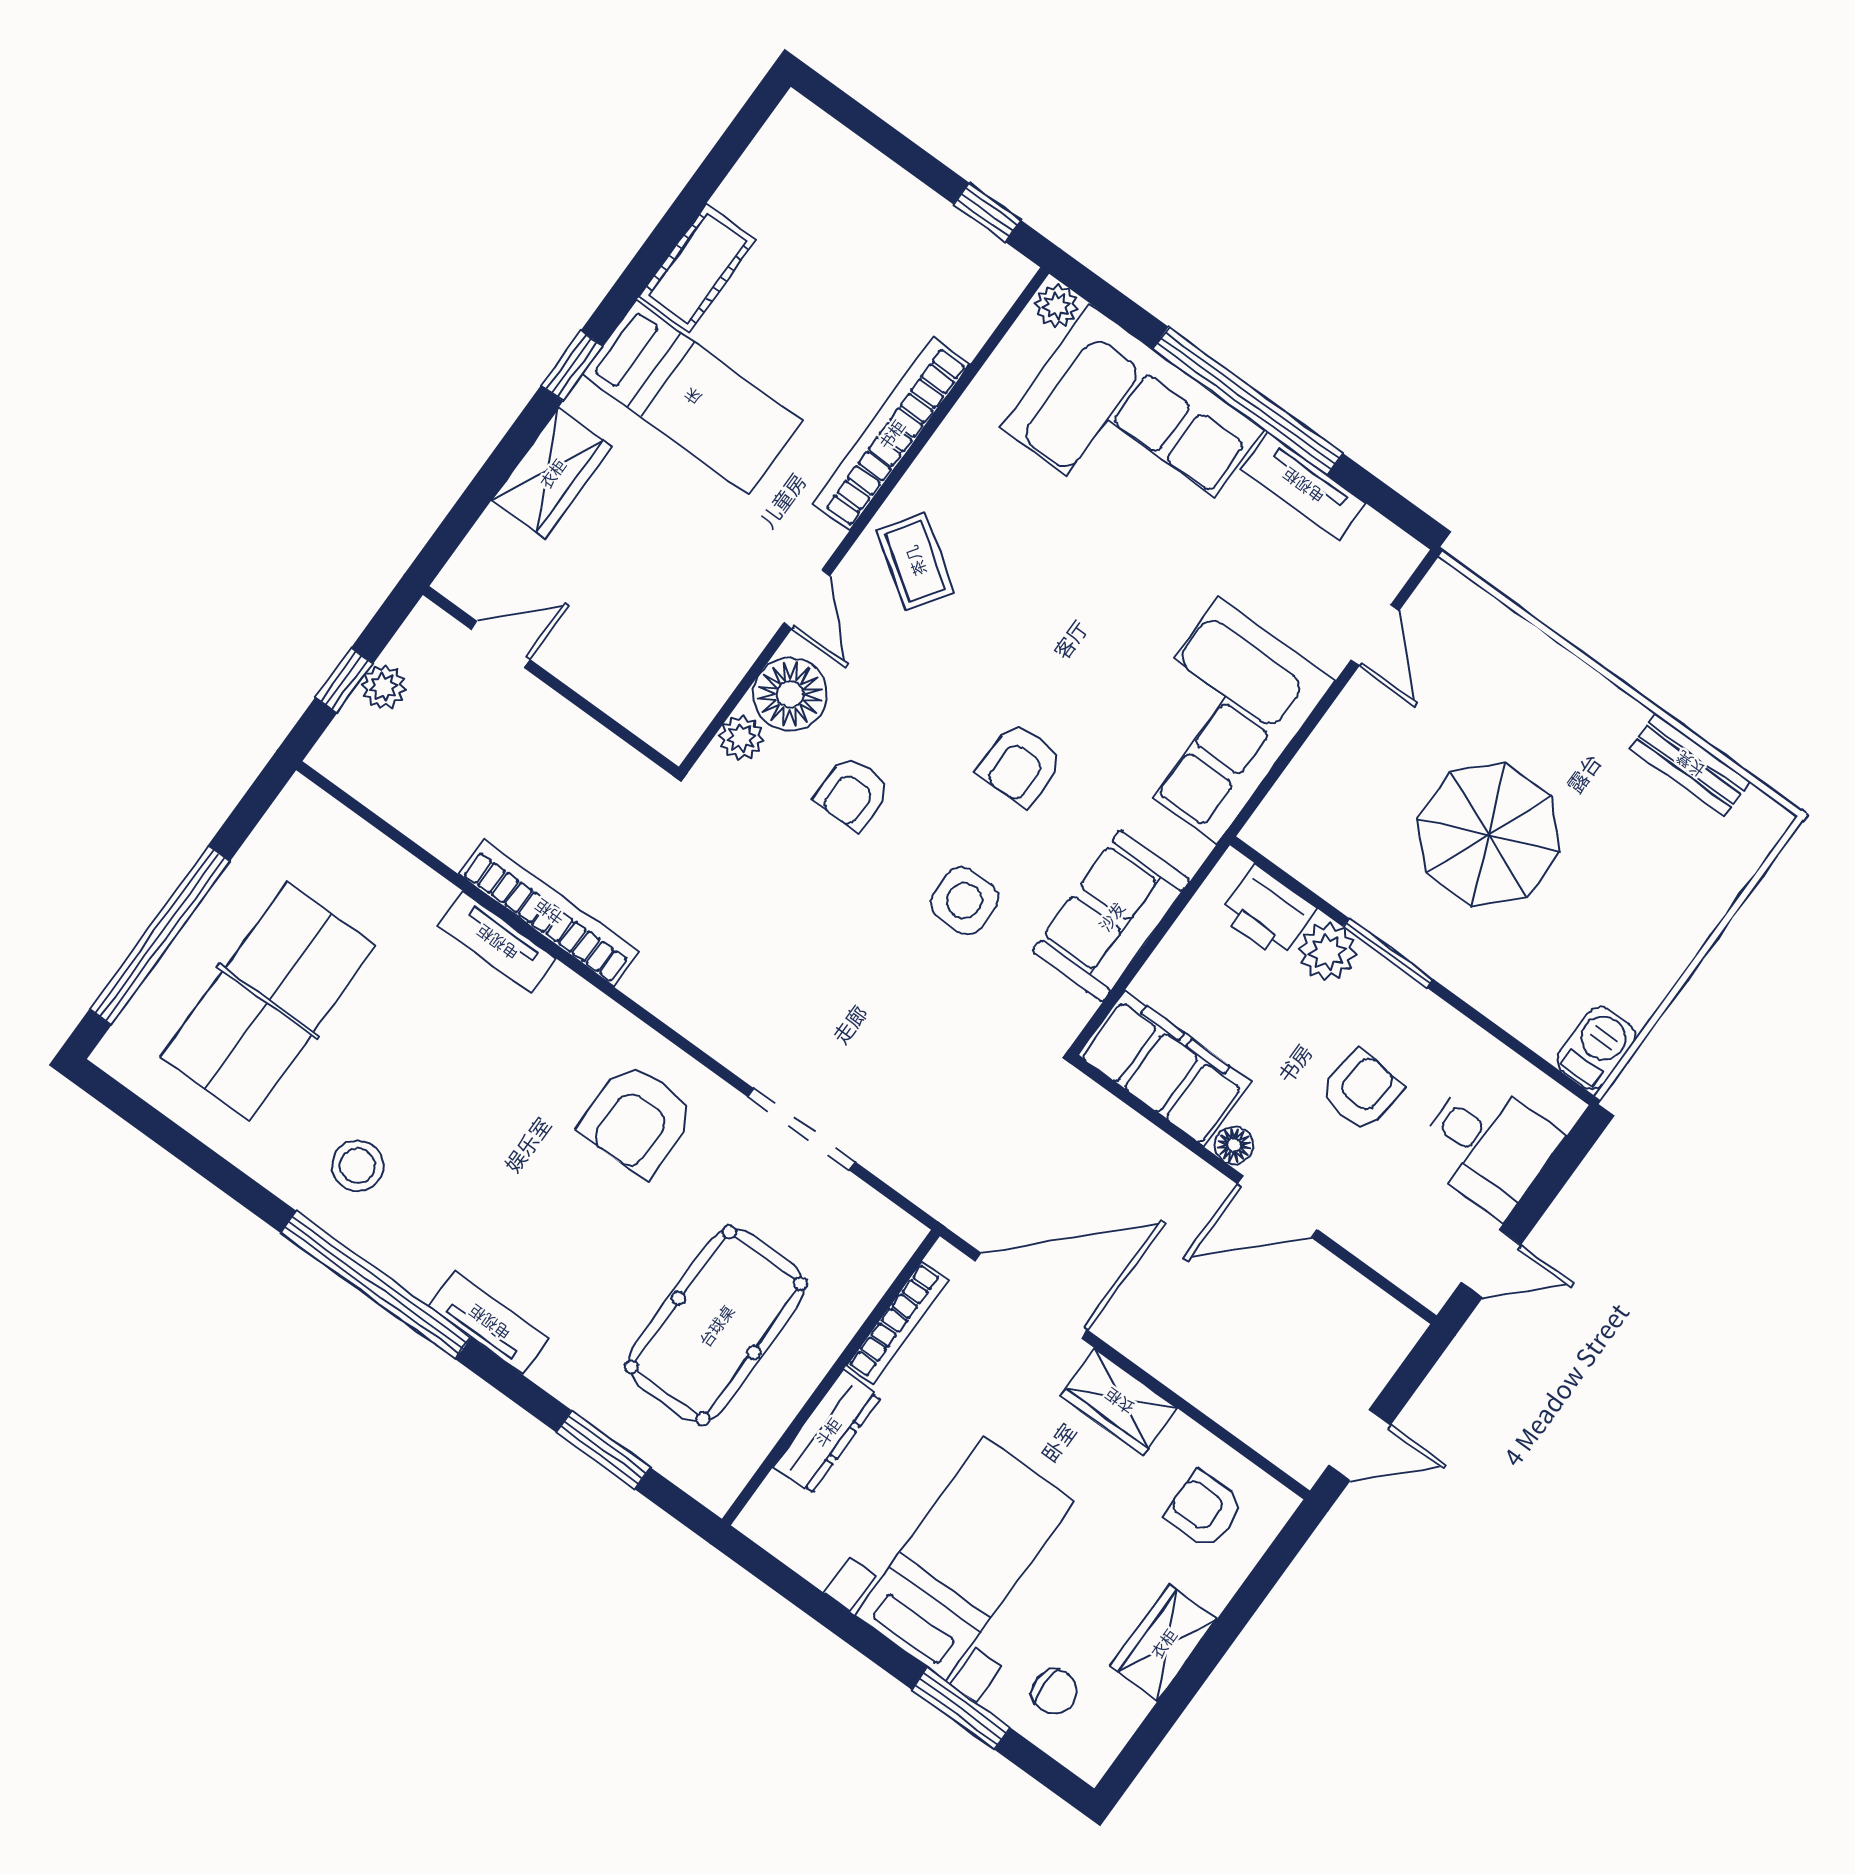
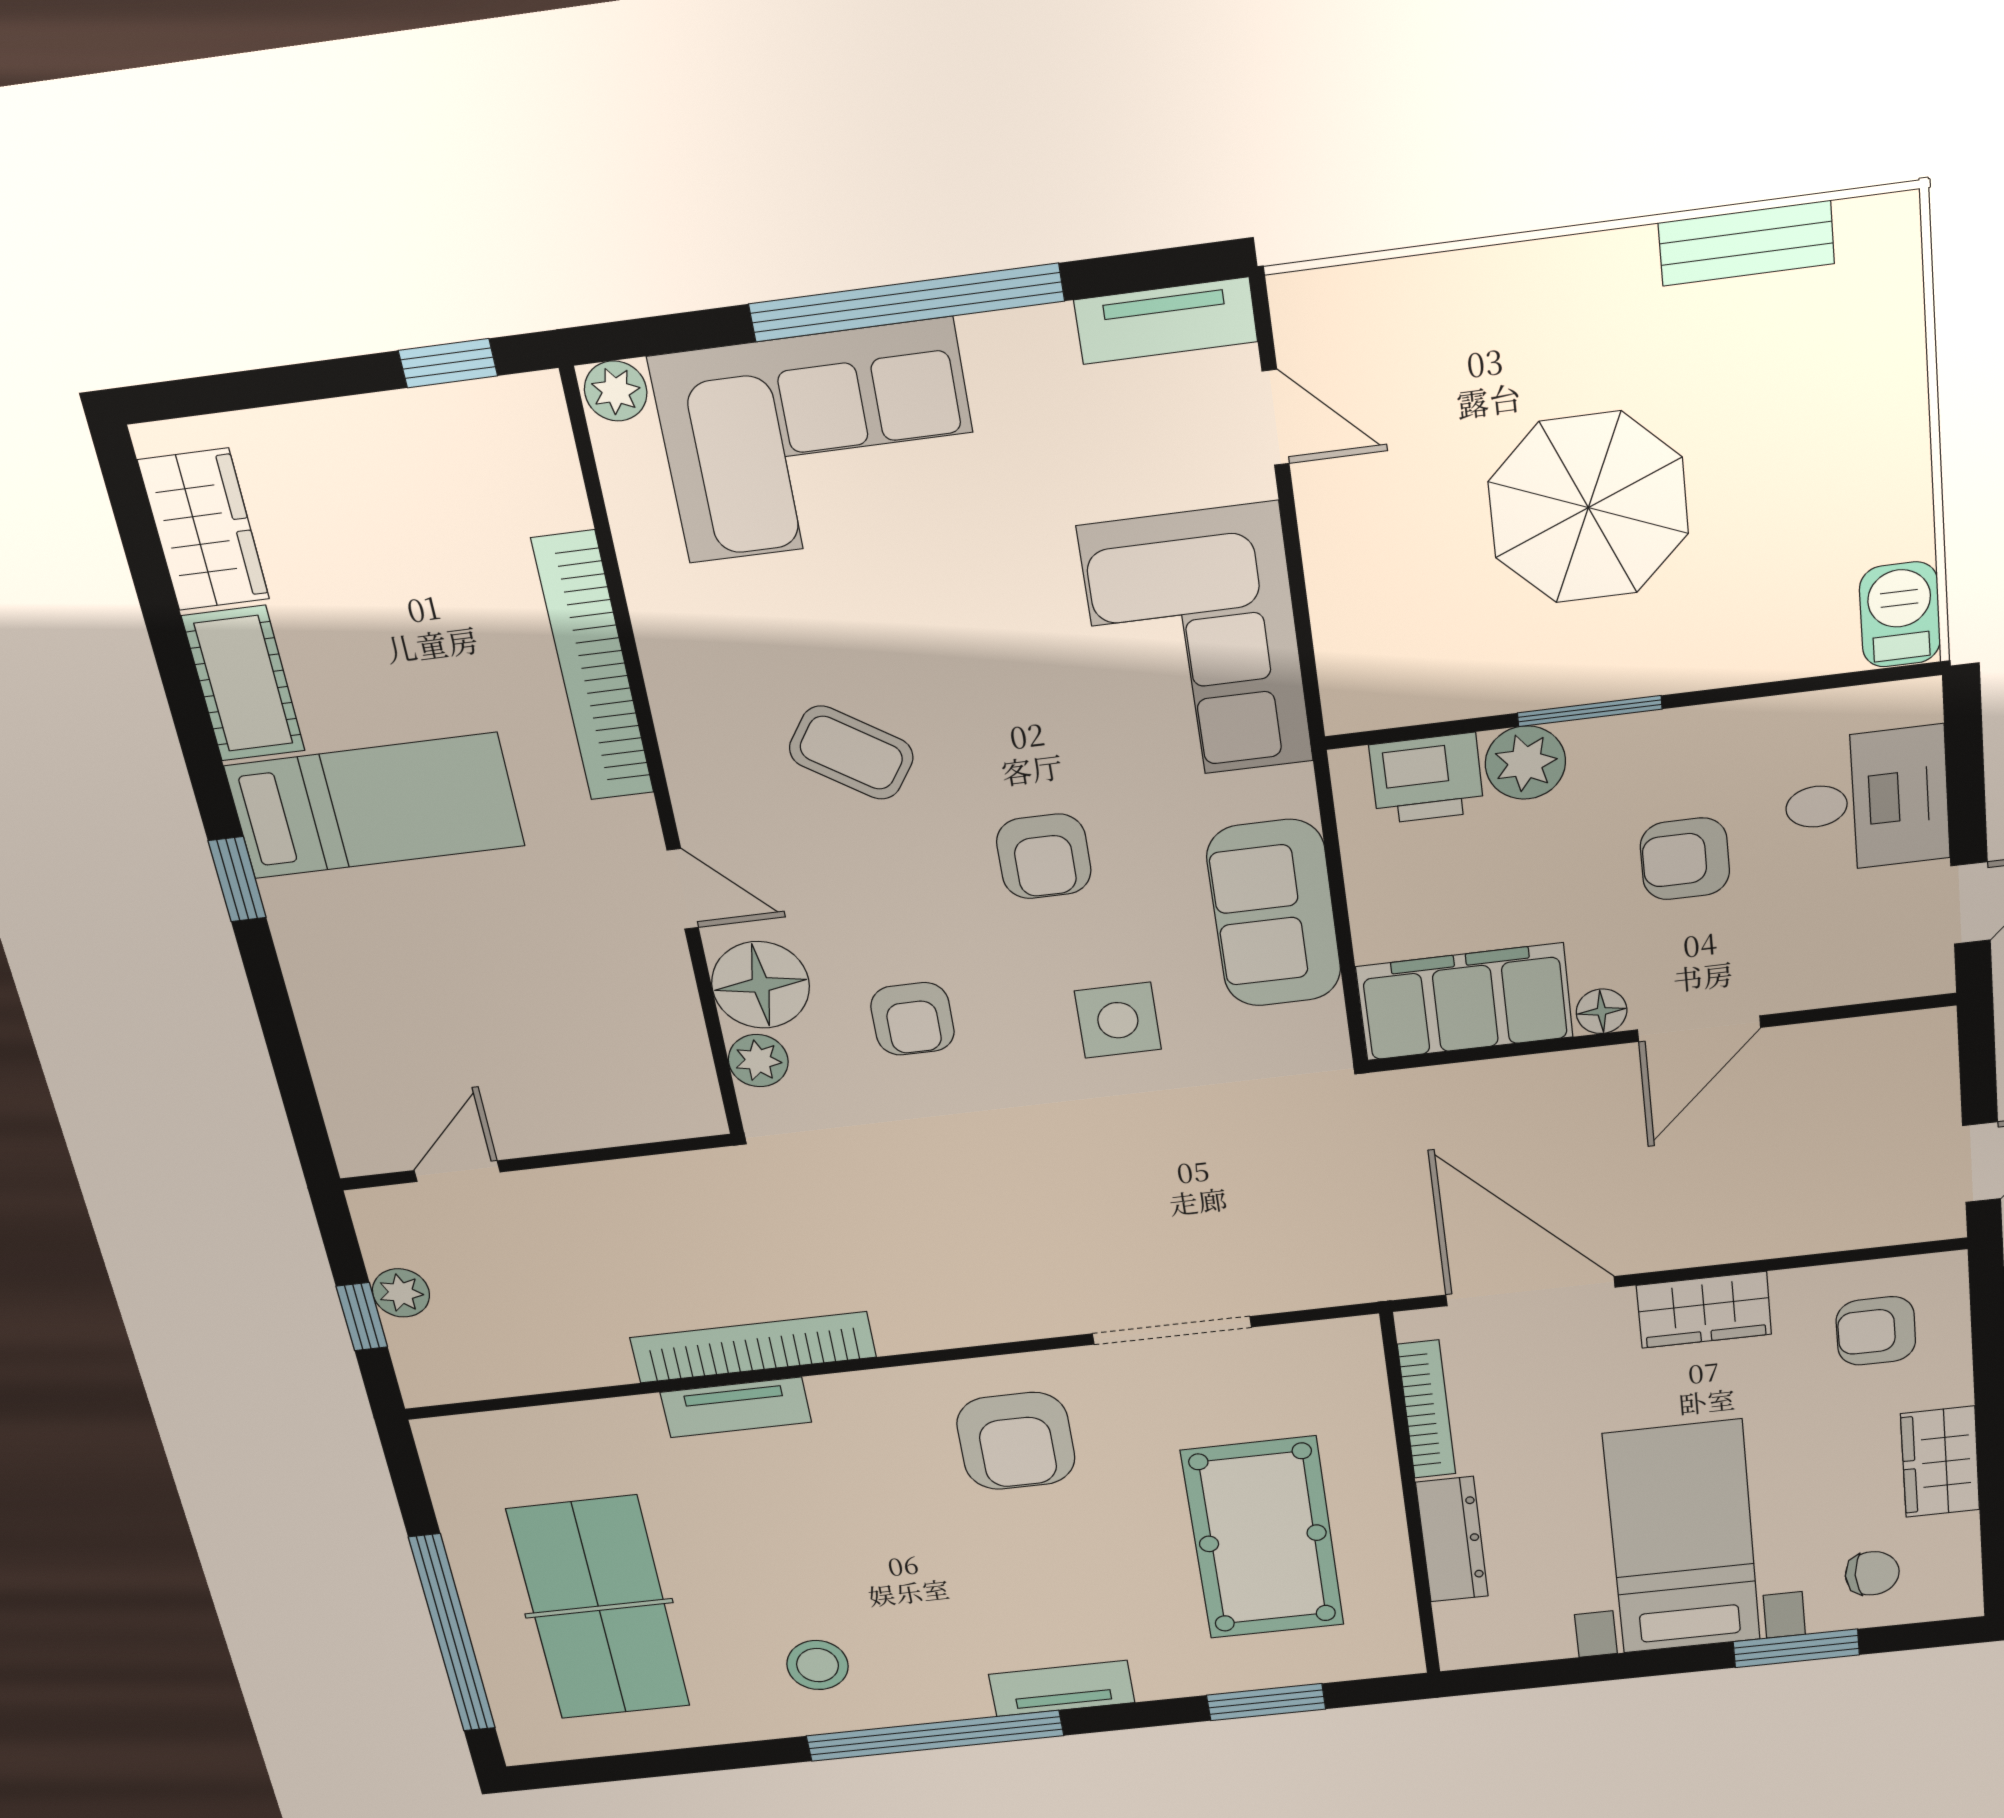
wardrobe: (552, 473) -> (204, 530), moved
tv unit: (1303, 486) -> (1166, 321), moved
coffee table: (915, 561) -> (851, 753), moved
armchair: (1361, 1091) -> (1685, 859), turned -95
door: (1031, 1296) -> (1530, 1291), hinge flipped

